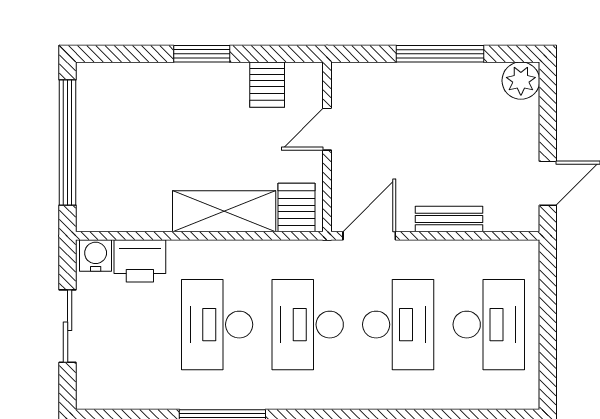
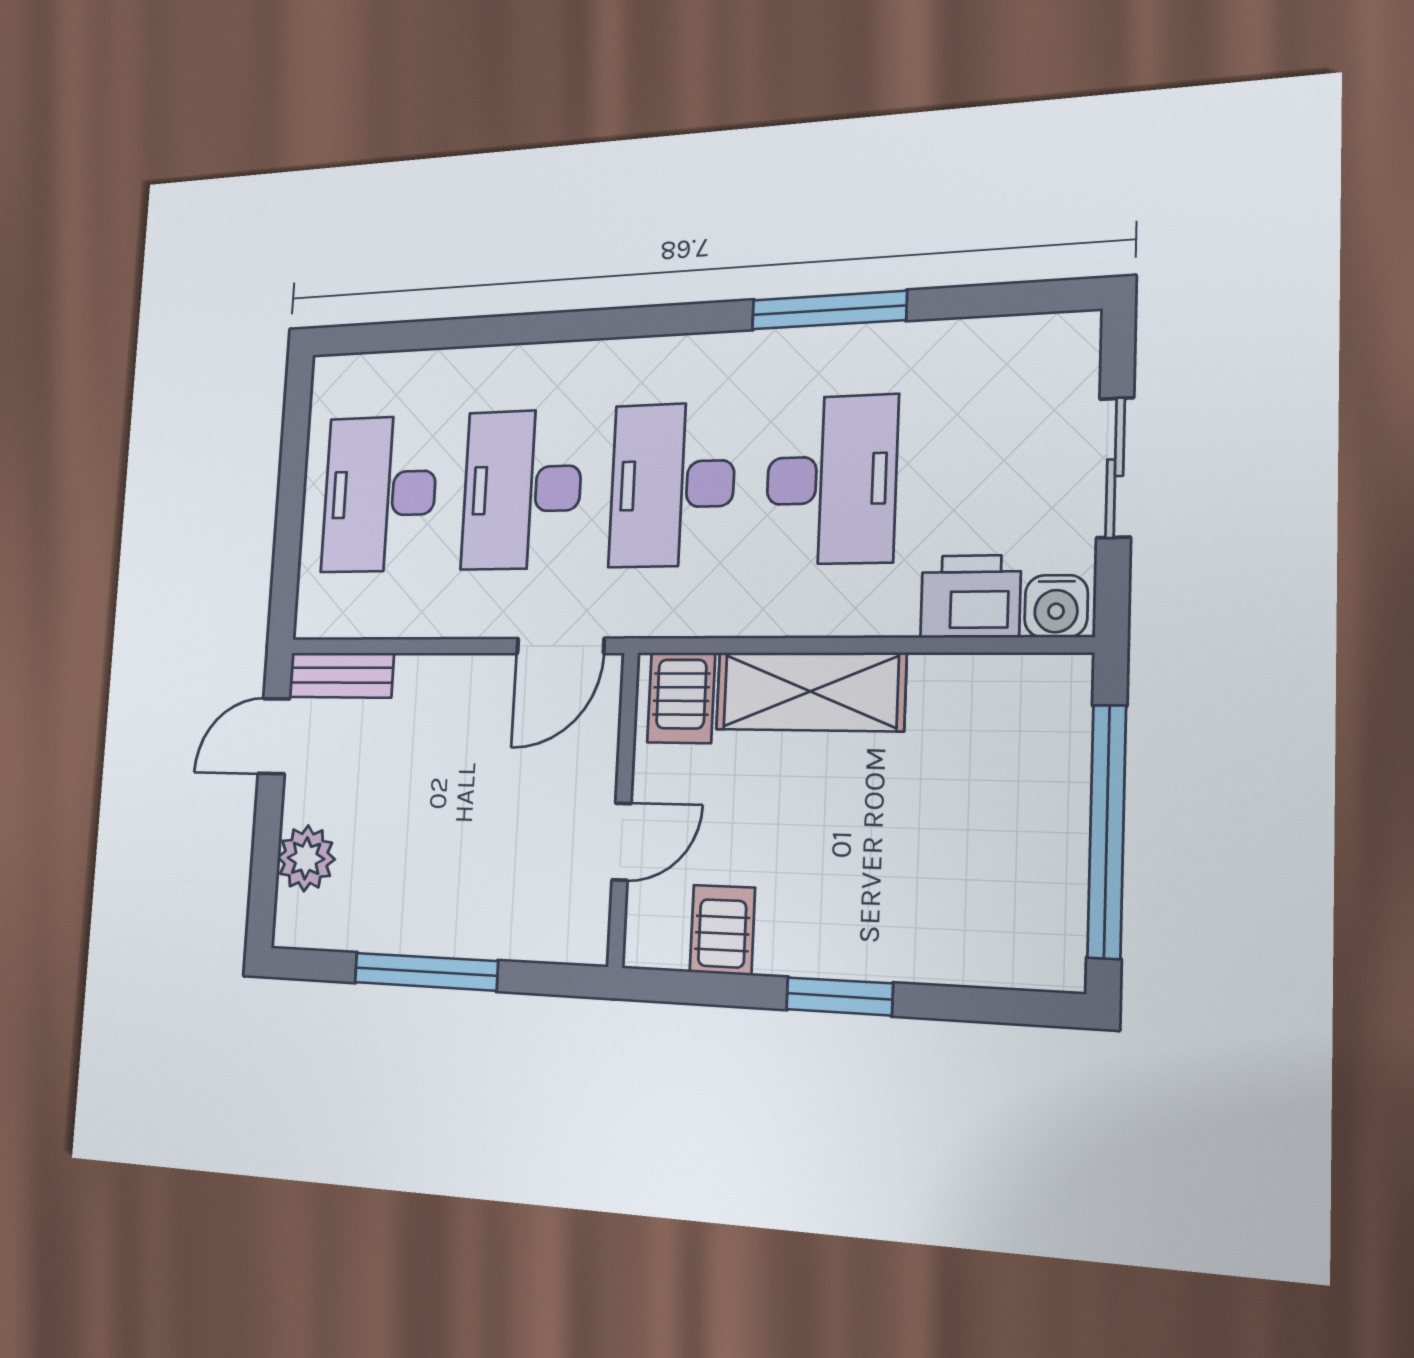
plant: (521, 81) -> (306, 858), moved
bench: (449, 219) -> (341, 675), moved
desk: (308, 325) -> (672, 485), turned 180

